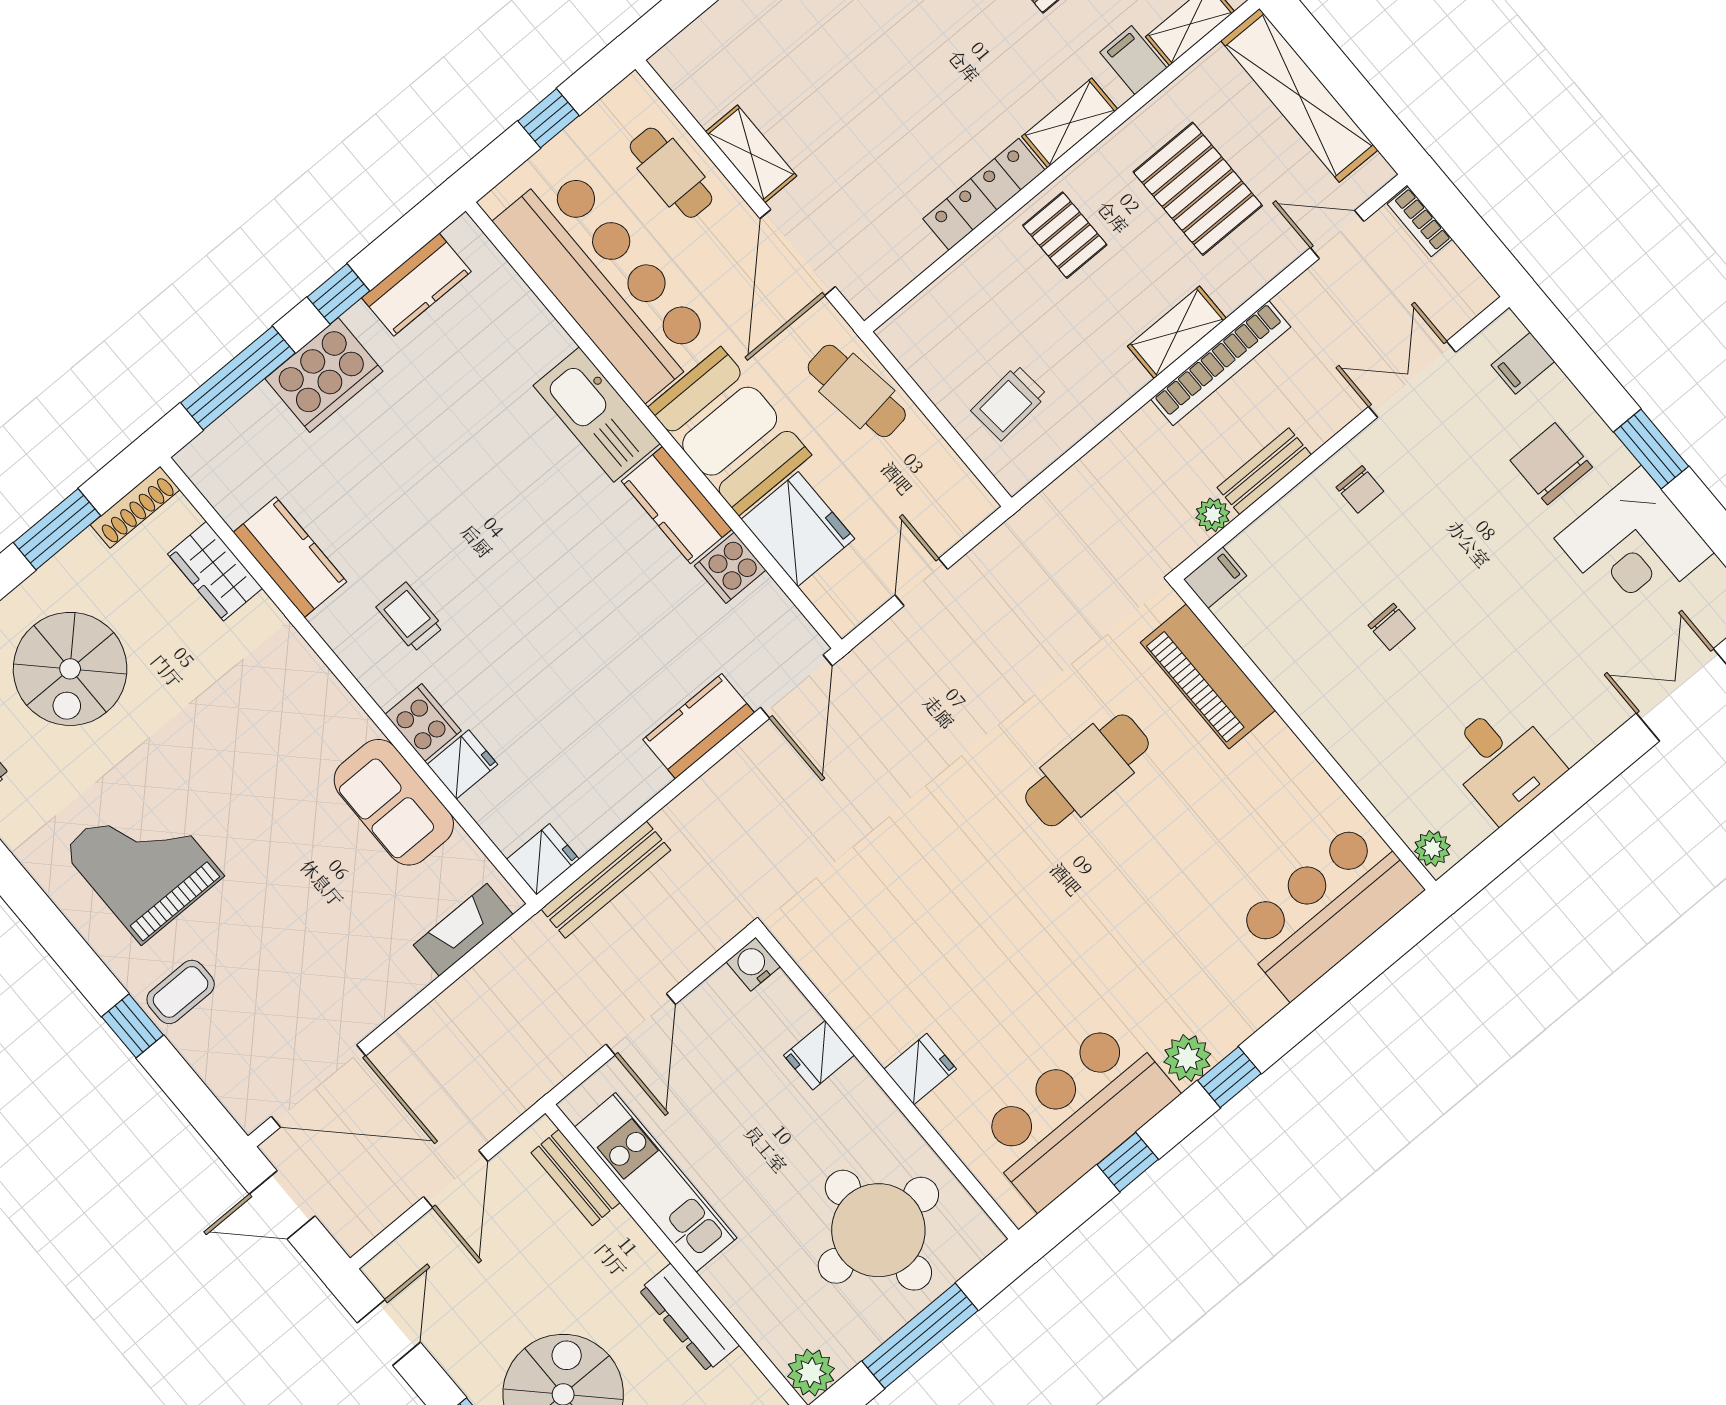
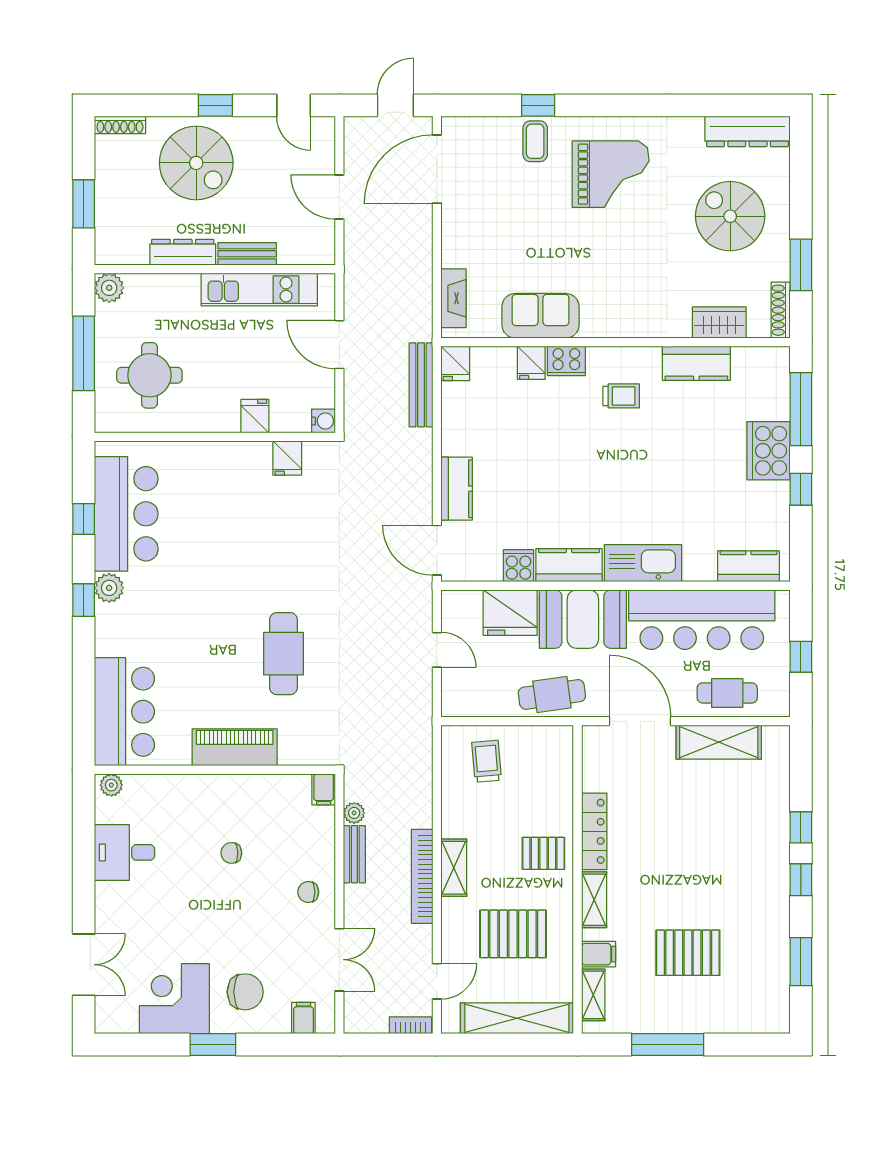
shelving: (751, 154) -> (719, 742), width x1.50, depth x1.33
kitchen counter: (416, 285) -> (748, 566), moved, turned 90
piano: (1208, 676) -> (235, 747), moved
fridge: (920, 1069) -> (287, 458), moved
bench: (576, 1178) -> (247, 254), moved
round table: (878, 1230) -> (149, 375), width x0.73, depth x0.73

